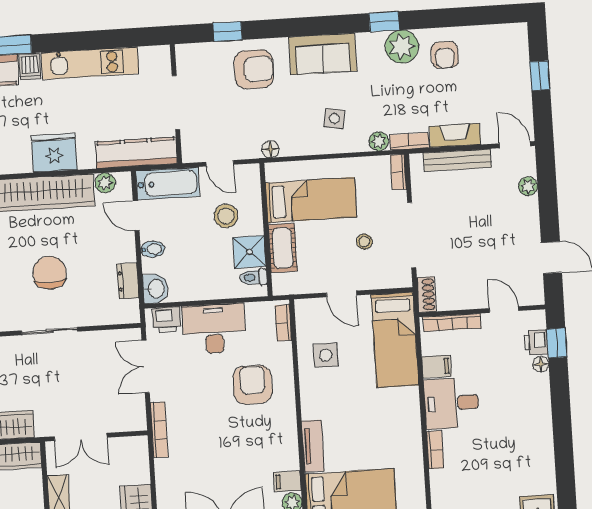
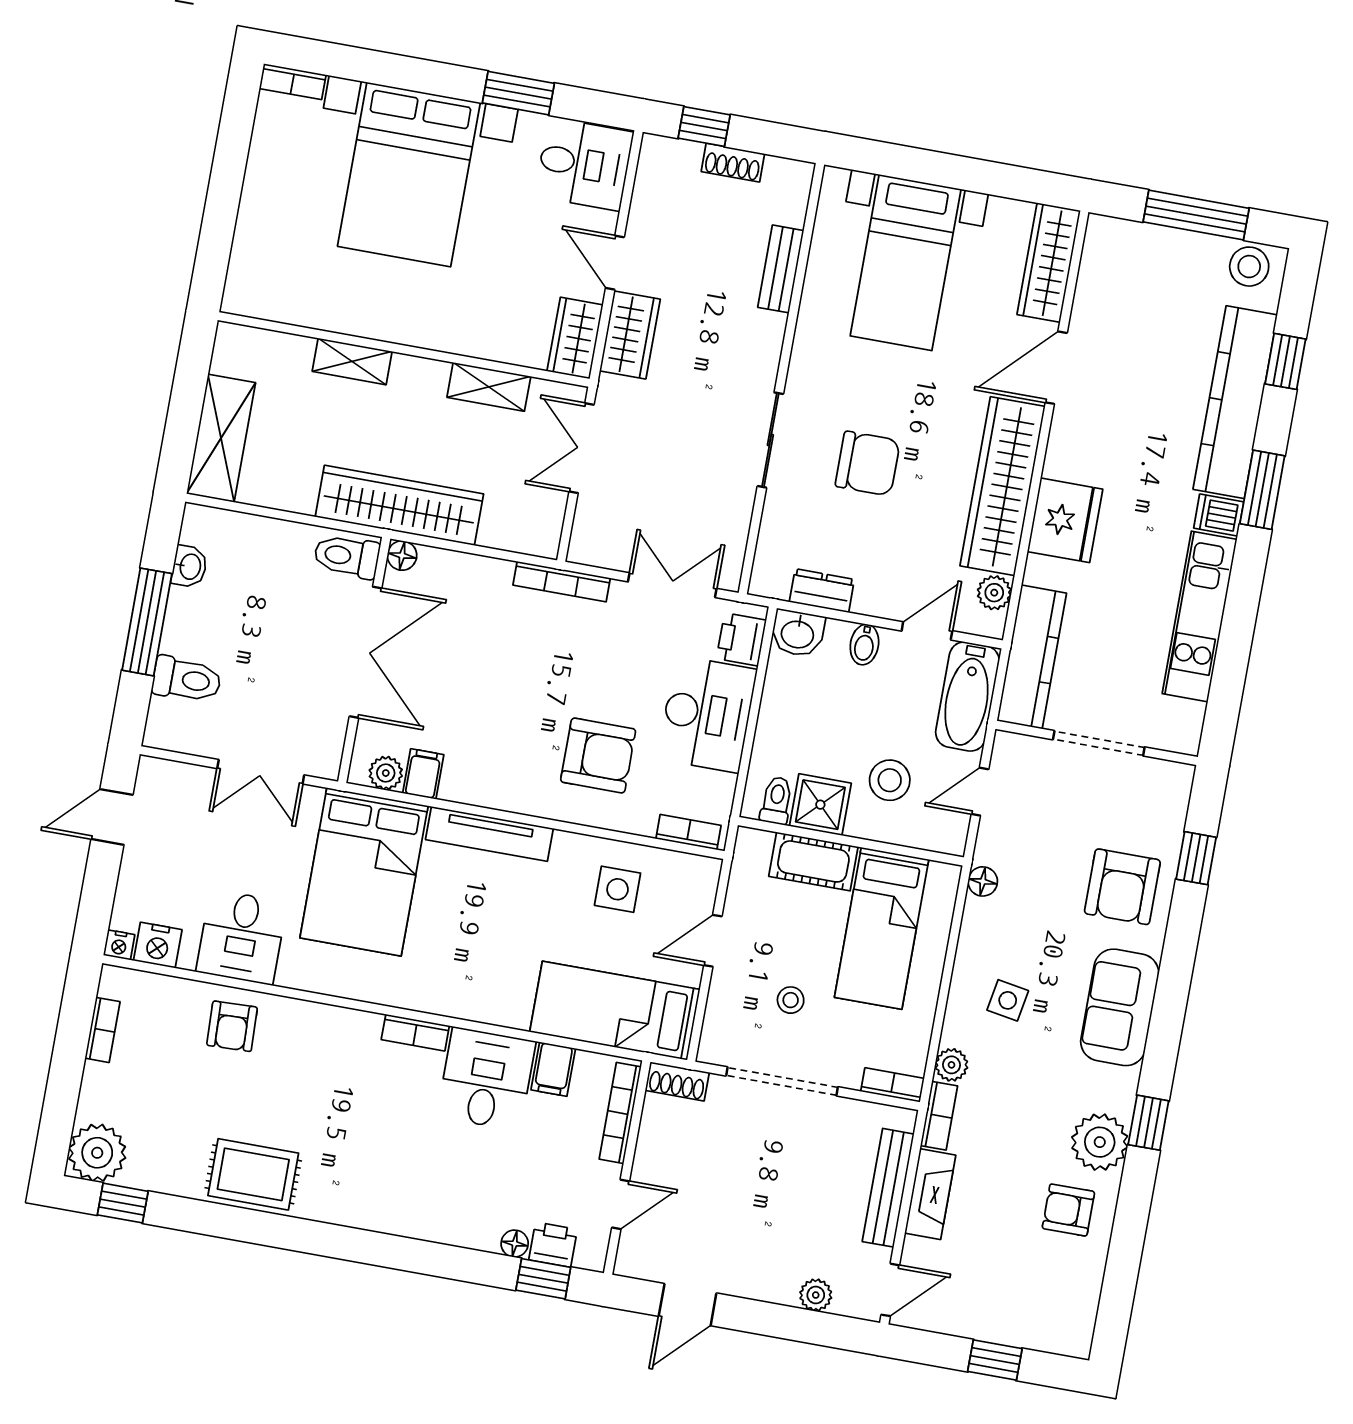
tv unit: (313, 446) -> (489, 834), width x1.41

